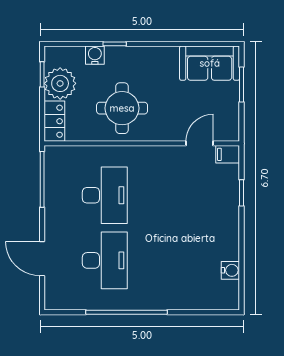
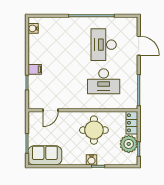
water cooler: (95, 55) -> (91, 160), moved
filing cabinet: (228, 154) -> (35, 69), moved
desk: (105, 195) -> (104, 81), turned -90
water cooler: (230, 270) -> (33, 28), moved

